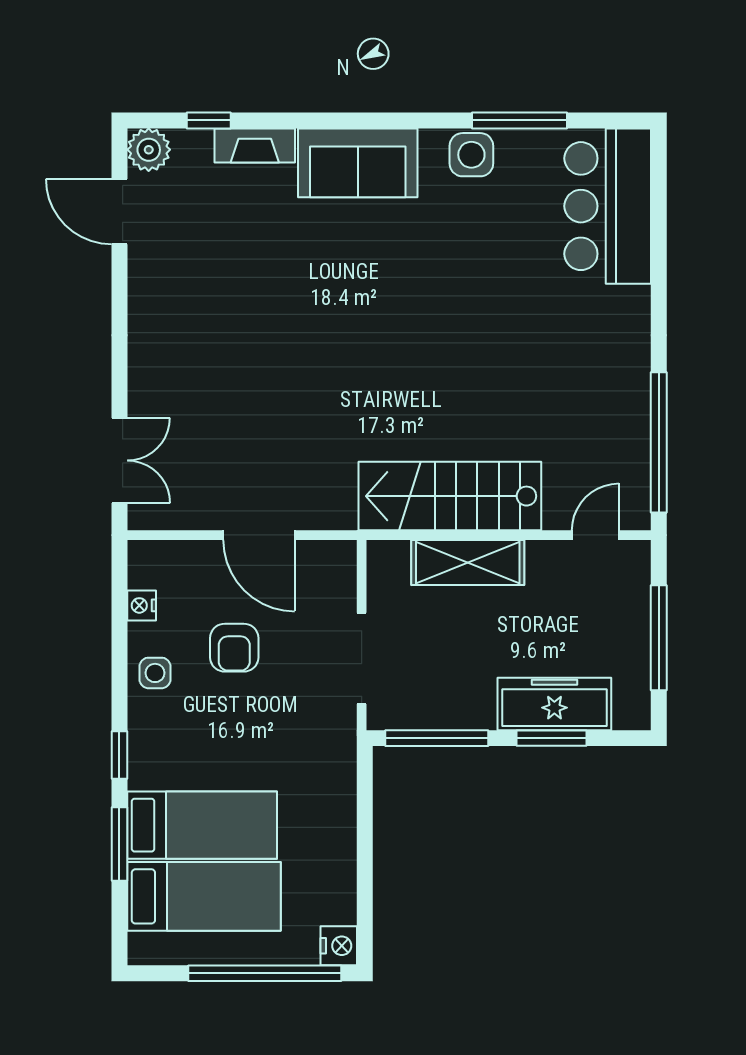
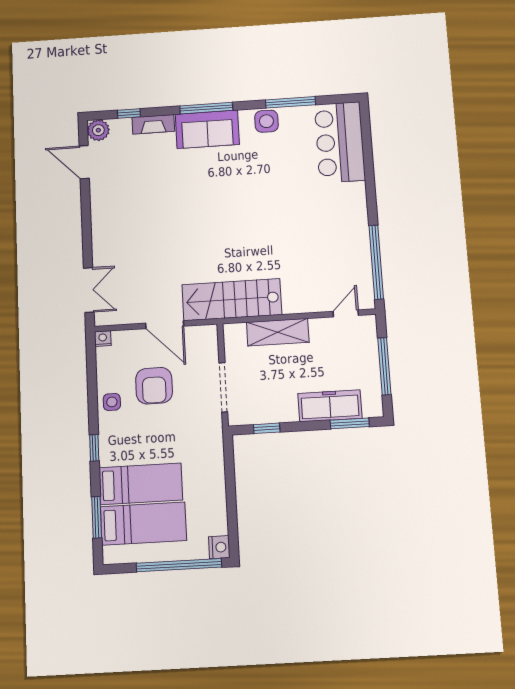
window: (358, 120) -> (206, 108), added
stairs: (450, 496) -> (232, 300), moved
nightstand: (142, 605) -> (103, 339), moved, turned 90
armchair: (234, 648) -> (154, 386), width x1.38, depth x1.38
window: (437, 738) -> (267, 428), width x0.46
window: (551, 738) -> (350, 423), moved
window: (119, 844) -> (97, 517), moved

